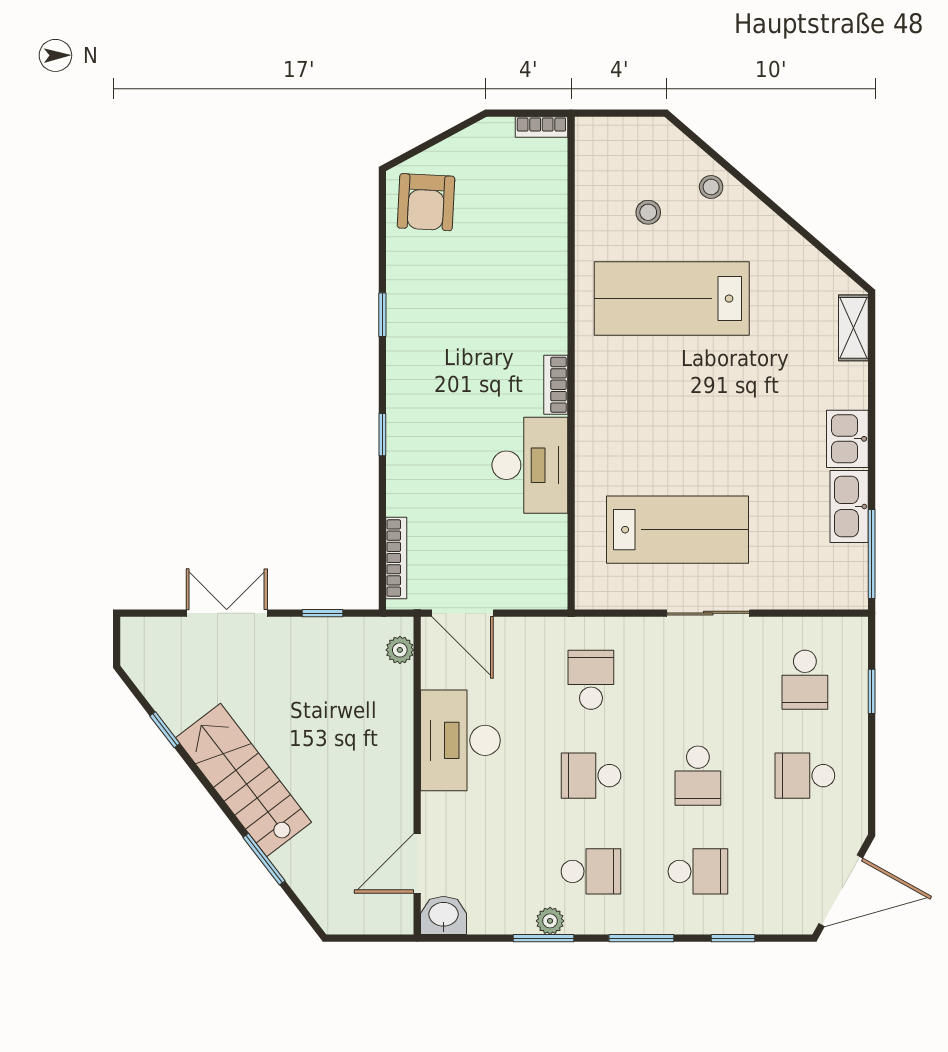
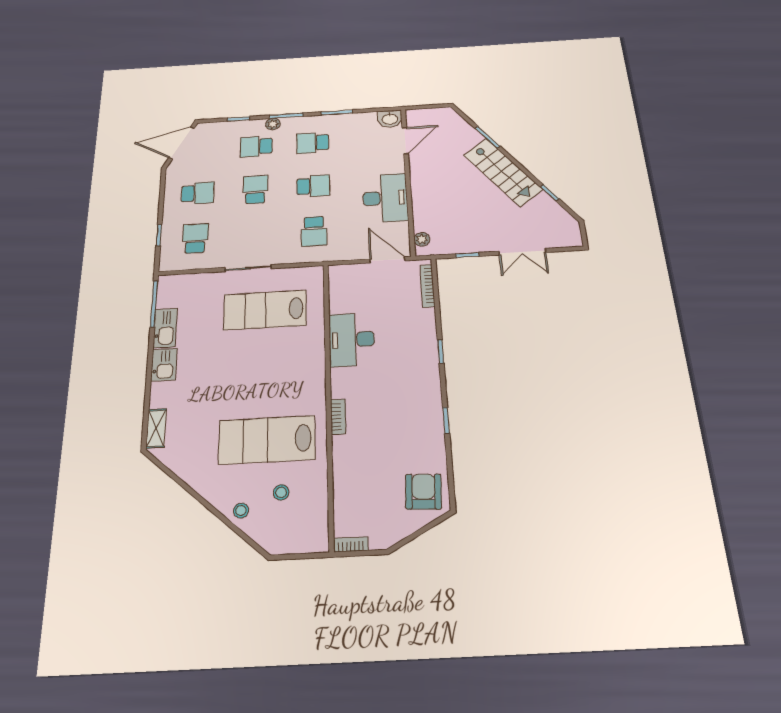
lab bench: (672, 299) -> (267, 440), turned 180
bookcase: (556, 385) -> (338, 417), moved
plant: (550, 921) -> (273, 124), moved

